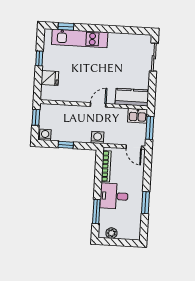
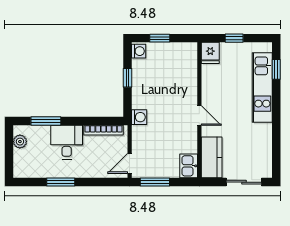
kitchen counter: (132, 97) -> (212, 157), moved
wall: (94, 105) -> (199, 110), moved
door: (98, 105) -> (199, 116), moved
kitchen sink: (138, 116) -> (189, 166), moved

